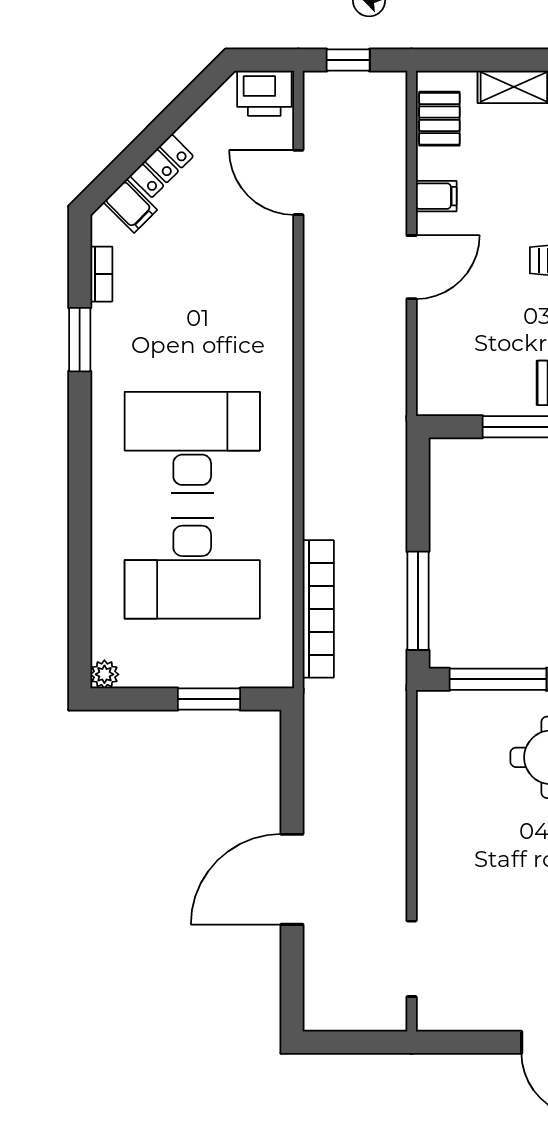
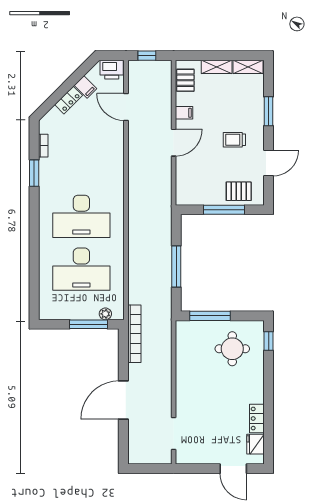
filing cabinet: (130, 206) -> (85, 87), moved
desk: (192, 442) -> (81, 216), turned 180
window: (418, 601) -> (176, 267), moved
bookcase: (318, 609) -> (134, 334), moved
plant: (104, 674) -> (105, 314), moved
window: (209, 699) -> (88, 324), width x1.44

